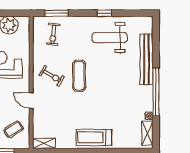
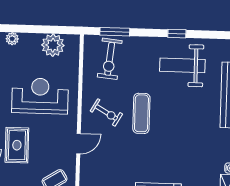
exercise bike: (53, 34) -> (110, 59), width x1.38, depth x1.39
door: (31, 101) -> (78, 144), swing flipped

